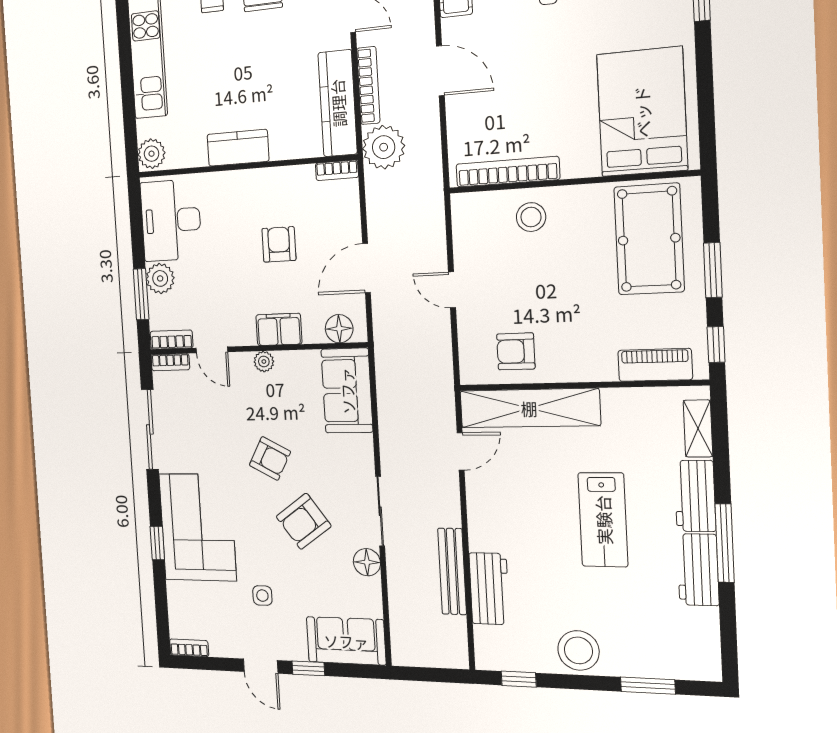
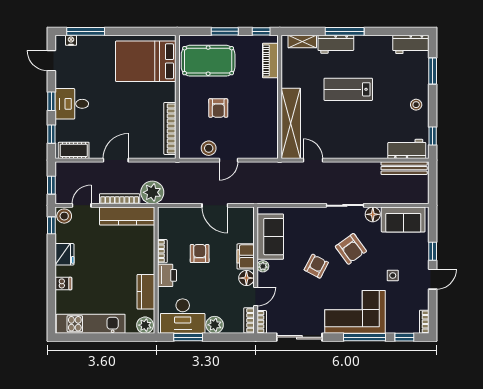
kitchen counter: (238, 148) -> (146, 292), moved
bookcase: (337, 170) -> (162, 251), moved
printer: (237, 187) -> (167, 275), added
stool: (531, 217) -> (209, 148), moved
armchair: (279, 244) -> (200, 254), turned 90
window: (141, 294) -> (188, 337), moved
floor lamp: (339, 329) -> (246, 278), moved
armchair: (516, 351) -> (218, 108), moved
sofa: (347, 391) -> (270, 237), moved, turned -90
lab bench: (603, 520) -> (348, 89), turned 180
window: (157, 543) -> (364, 337), width x2.17
window: (725, 543) -> (345, 31), moved
workbench: (698, 570) -> (411, 44), moved
bench: (452, 571) -> (404, 168), moved
workbench: (489, 589) -> (407, 149), moved
window: (162, 612) -> (404, 337), added
sofa: (346, 641) -> (403, 219), moved, turned -90
stool: (578, 650) -> (416, 105), width x0.53, depth x0.53

